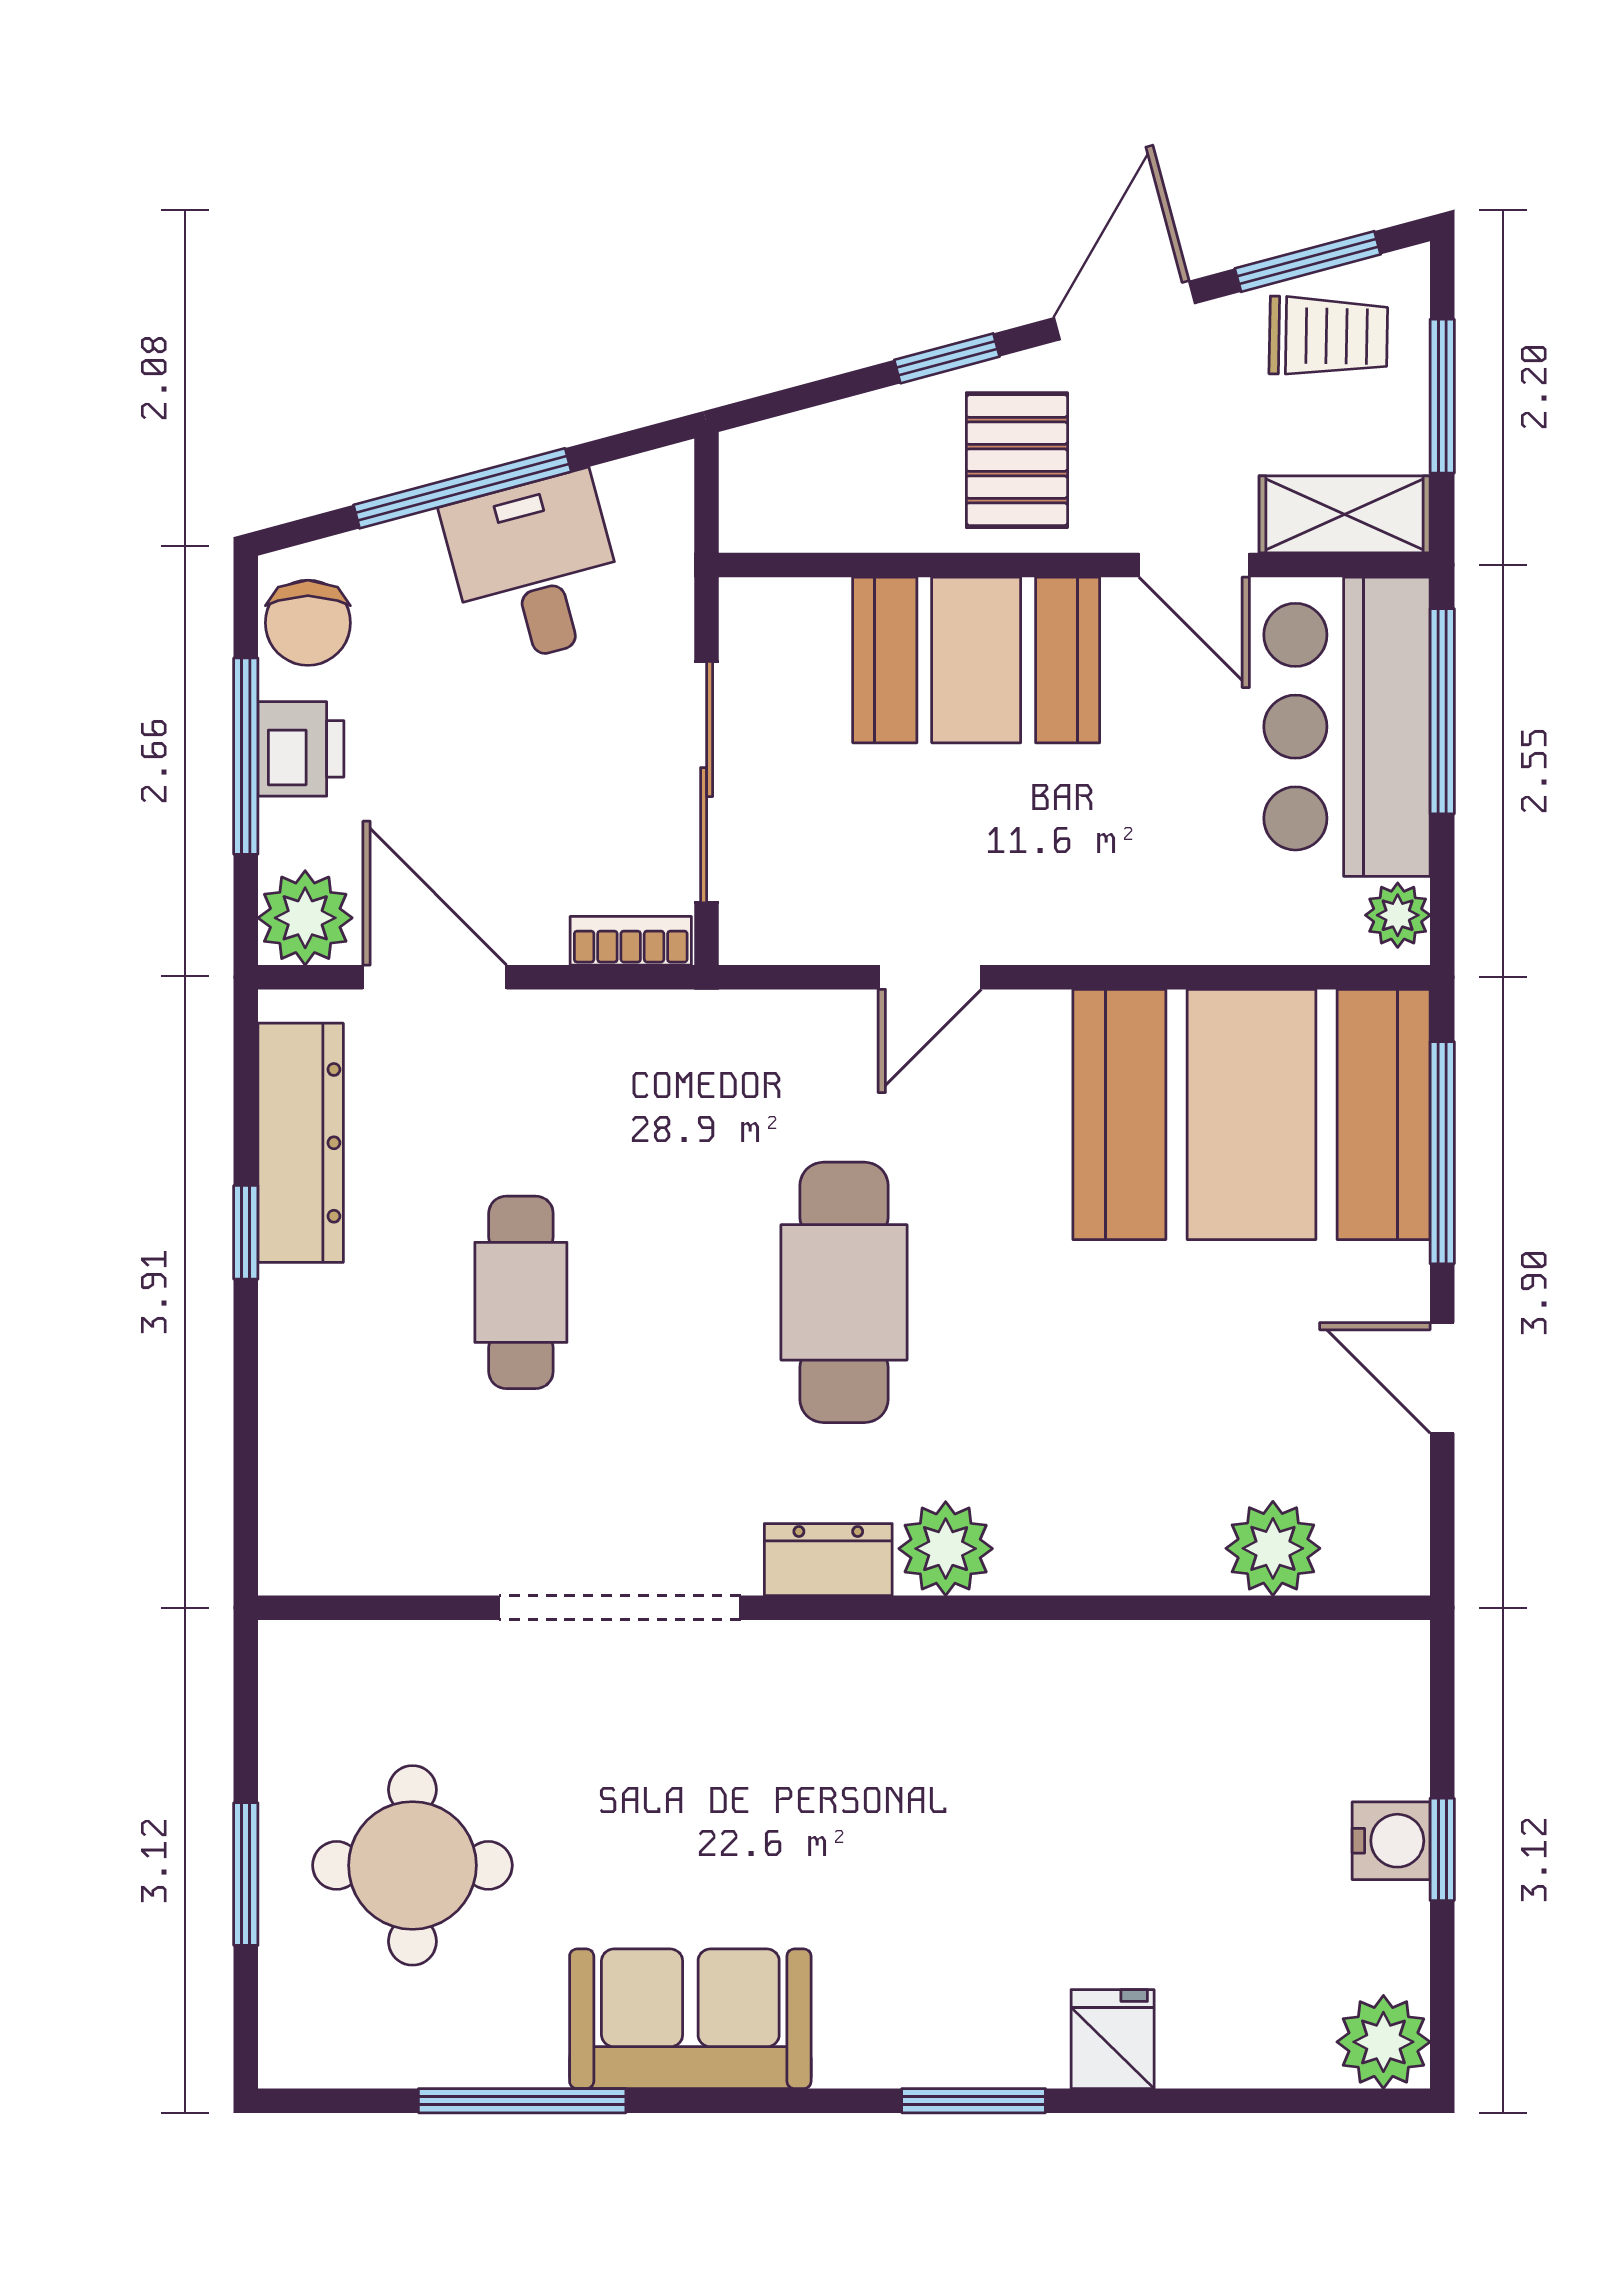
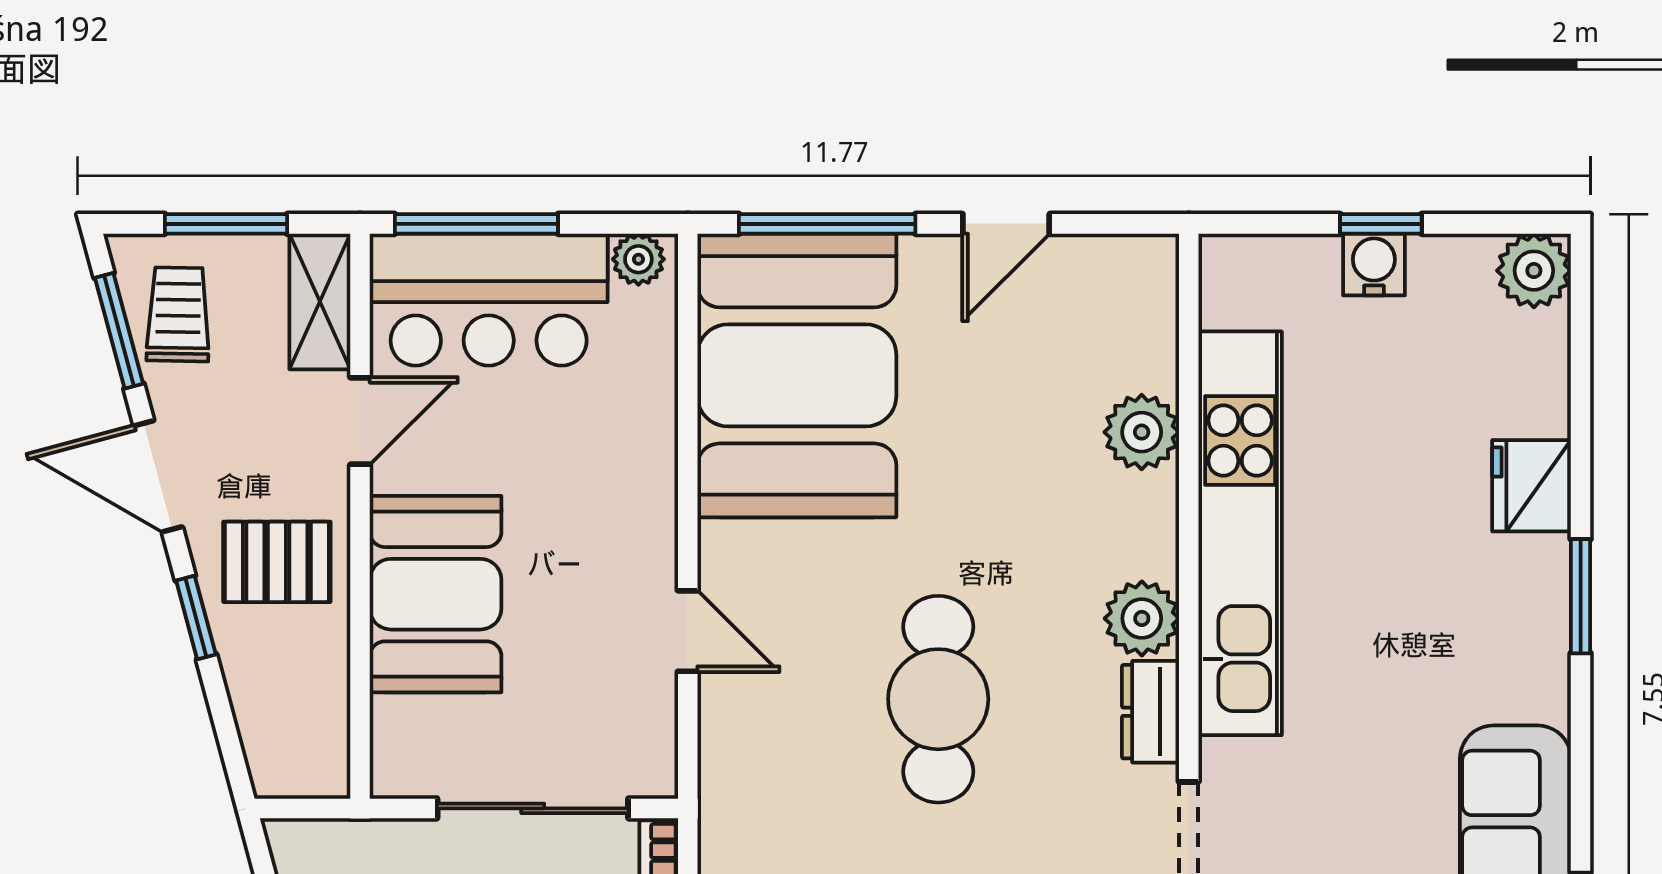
cafe table: (844, 1292) -> (938, 699), turned 90
plant: (1273, 1548) -> (1142, 432), moved
kitchen unit: (1053, 1672) -> (1240, 533), added
fridge: (1113, 2039) -> (1532, 486), width x1.38

